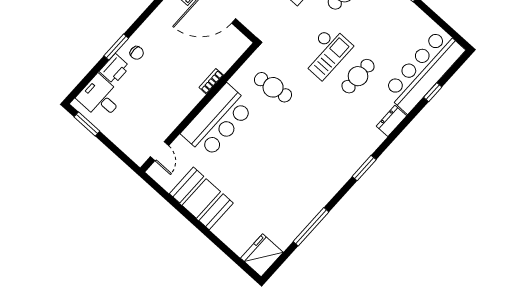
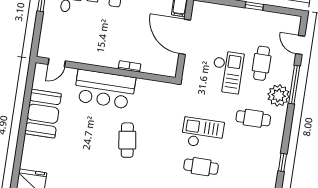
checkout: (326, 53) -> (203, 133), turned 180
cafe table: (273, 87) -> (127, 140), moved

